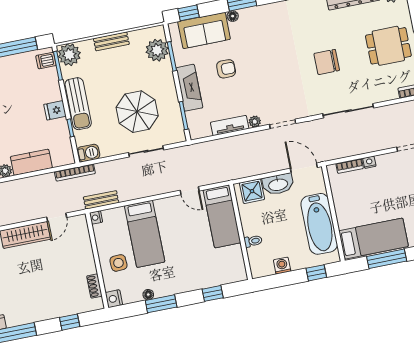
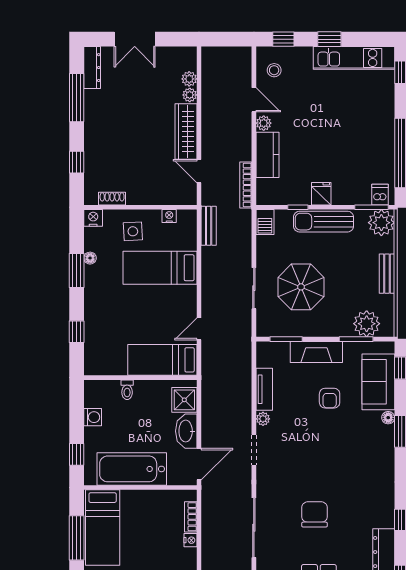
bookcase: (75, 173) -> (246, 185), moved
nightstand: (96, 217) -> (169, 216), moved

